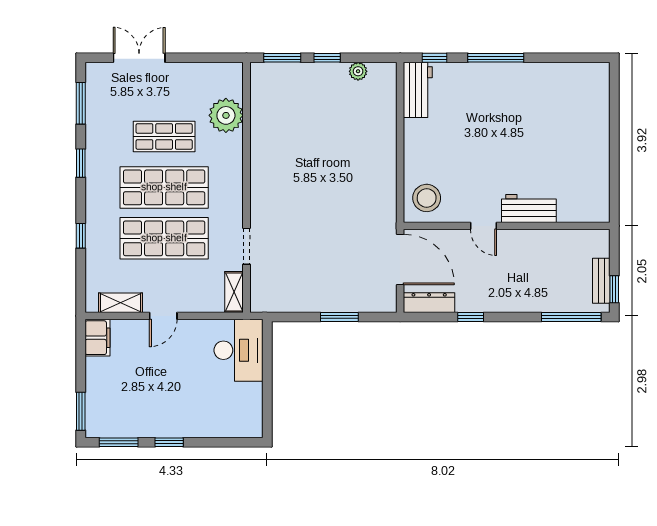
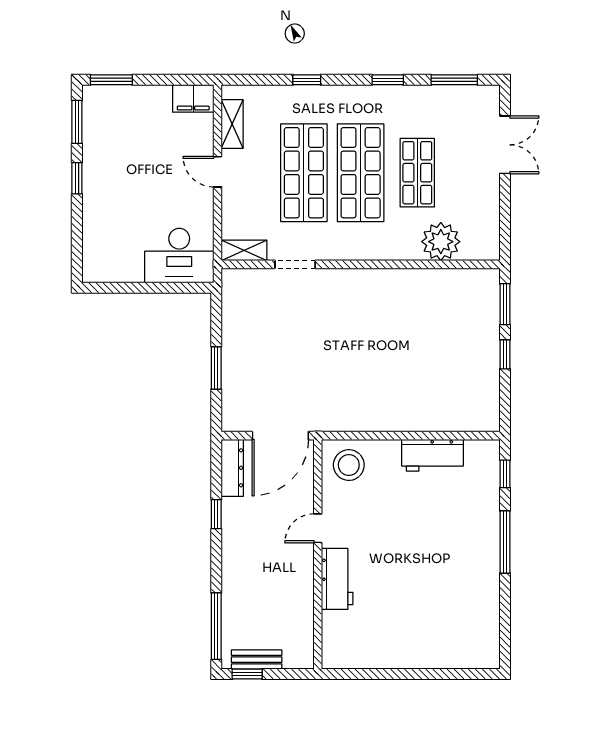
plant: (358, 71) -> (490, 389), removed
workbench: (418, 90) -> (432, 455), moved

